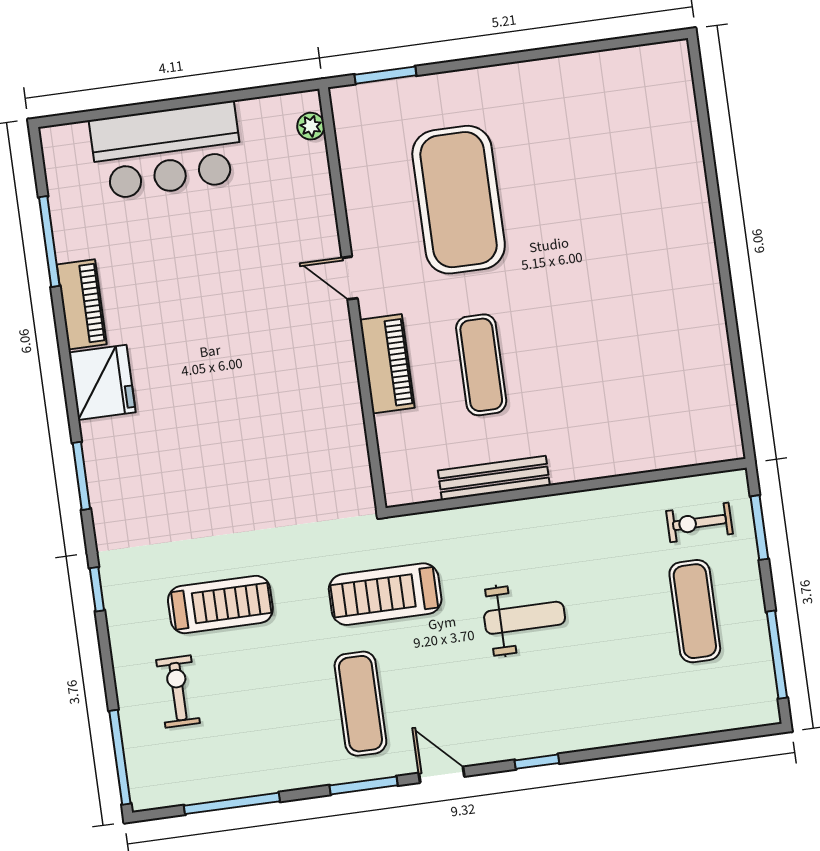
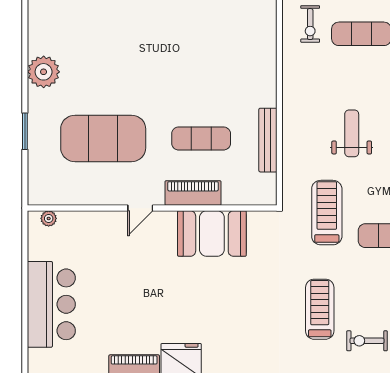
window: (385, 75) -> (25, 131), moved
plant: (557, 84) -> (44, 72), added
booth: (323, 405) -> (212, 234), added
treadmill: (385, 594) -> (327, 213), turned 180

